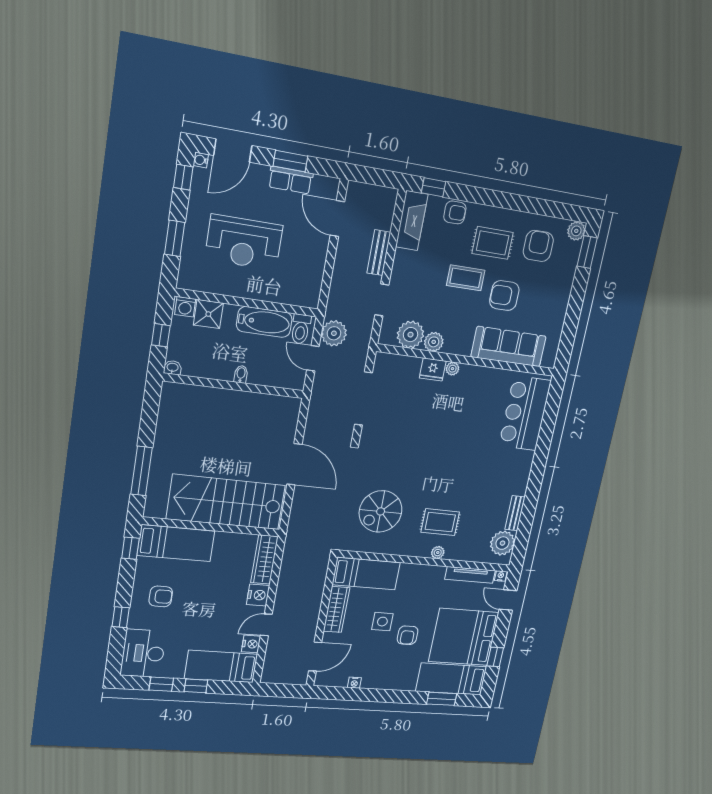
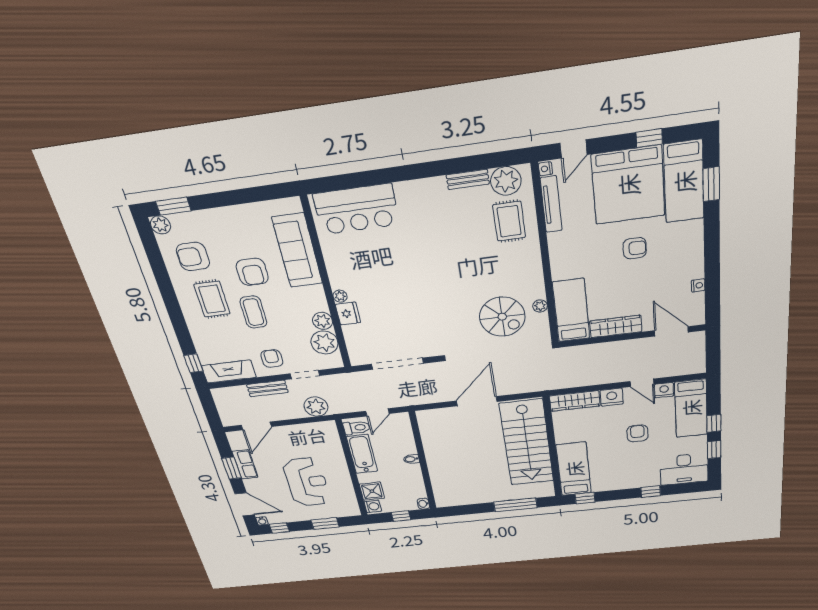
armchair: (455, 212) -> (272, 359), moved
plant: (334, 333) -> (316, 407), moved
rug: (440, 522) -> (509, 221), moved
plant: (438, 553) -> (540, 306), moved
armchair: (161, 596) -> (637, 433), moved
side table: (382, 622) -> (622, 279), removed

